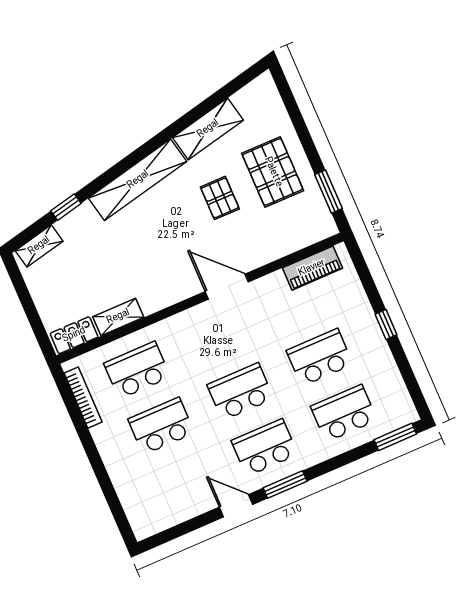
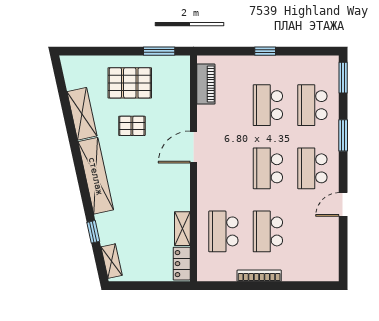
bookcase: (83, 398) -> (259, 276), moved
window: (285, 485) -> (343, 135), moved

